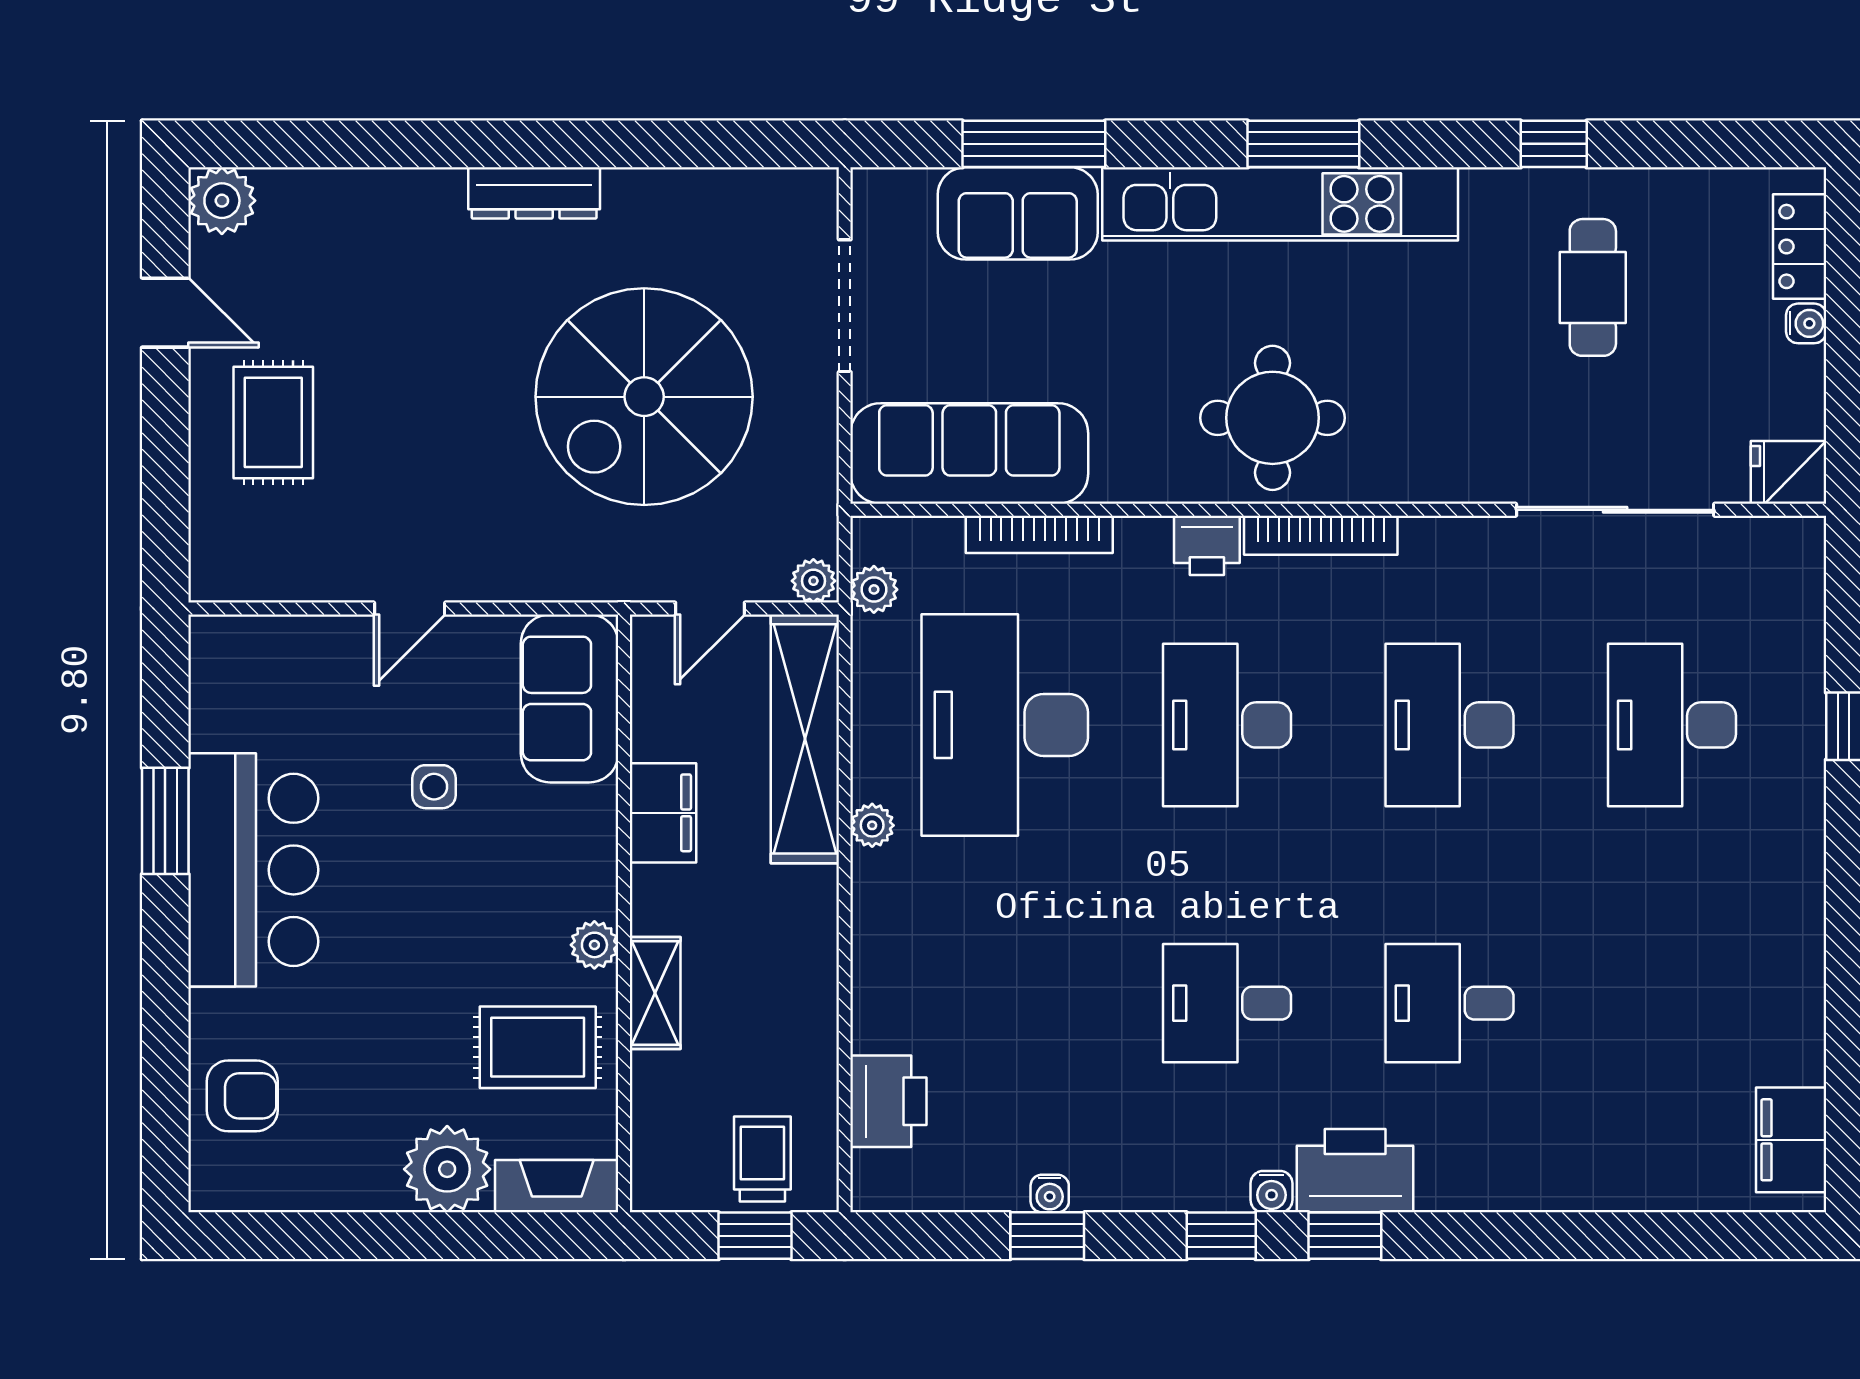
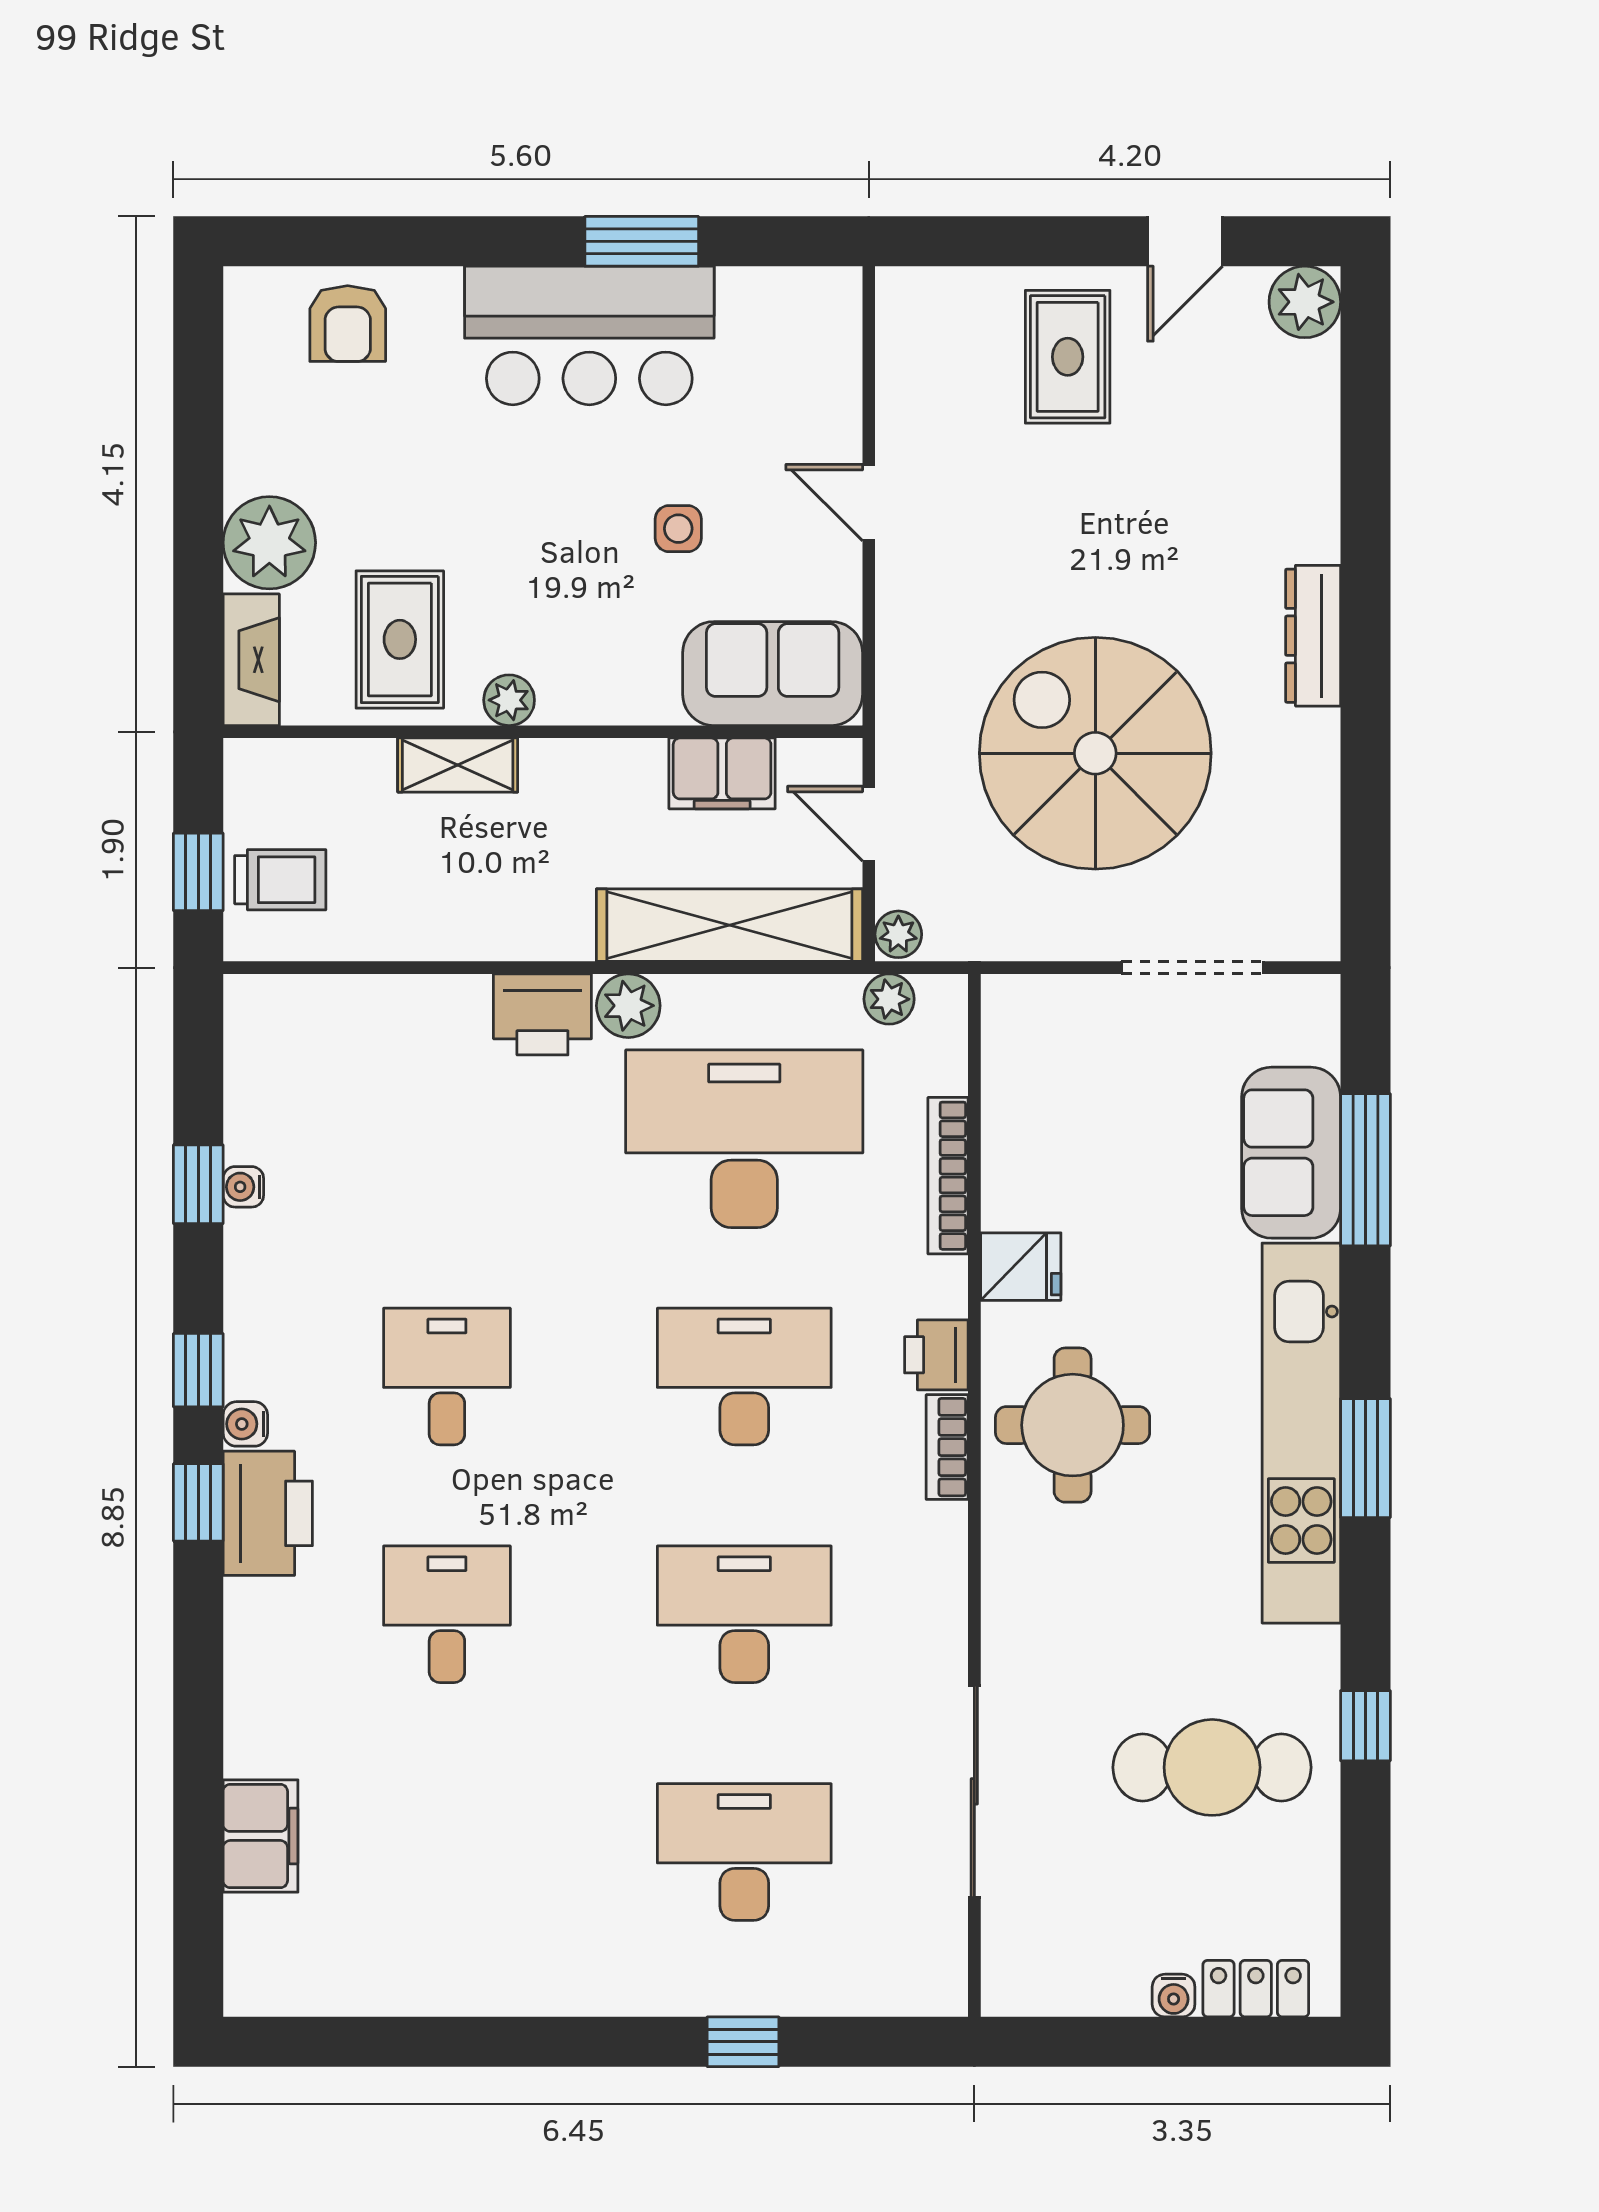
cafe table: (1593, 287) -> (1212, 1767), width x1.37, depth x1.35
rug: (273, 422) -> (1068, 357), turned 90
sofa: (969, 453) -> (1034, 1101), removed
fridge: (1788, 472) -> (1021, 1267), moved, turned 90
bookcase: (1321, 535) -> (947, 1447), width x0.64
filing cabinet: (663, 813) -> (722, 773), moved
plant: (872, 825) -> (628, 1006), width x1.38, depth x1.38
printer: (888, 1101) -> (542, 1014), moved
filing cabinet: (1791, 1140) -> (261, 1836), moved, turned 90

